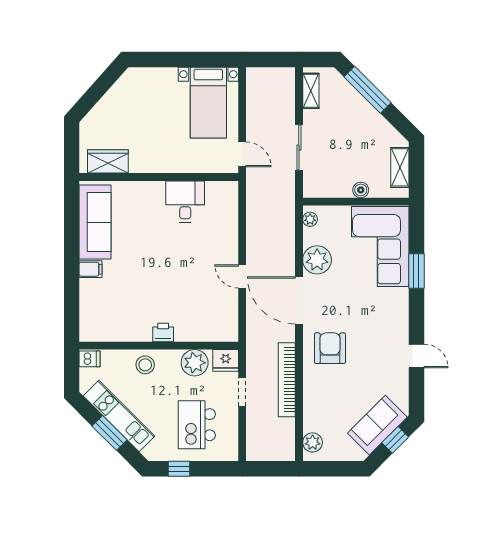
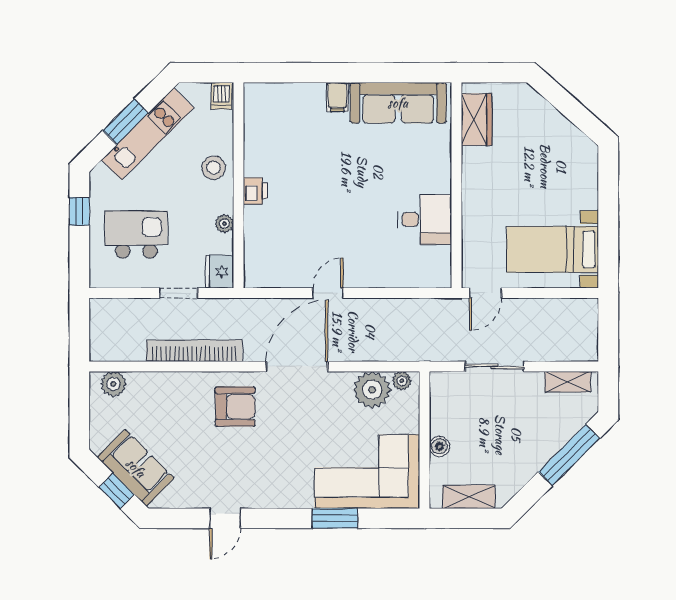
plant: (317, 260) -> (372, 390), moved
plant: (195, 363) -> (224, 224), width x0.53, depth x0.53

